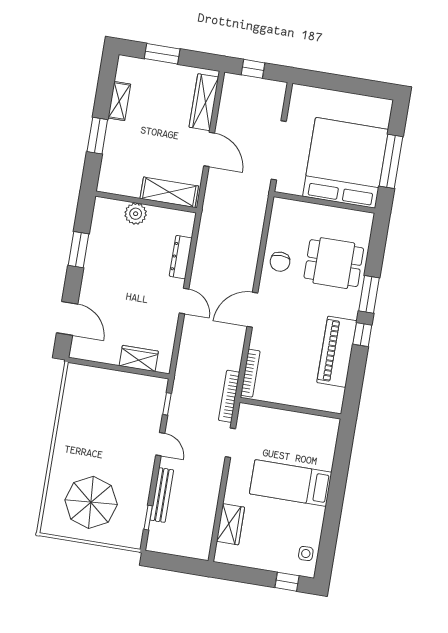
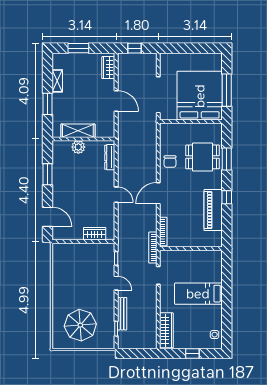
wardrobe: (204, 102) -> (108, 68), width x0.67
shelving: (169, 192) -> (78, 131), moved
dresser: (181, 257) -> (110, 157), moved
window: (369, 294) -> (227, 159), moved
wardrobe: (231, 524) -> (166, 330), width x1.50
window: (287, 582) -> (192, 353), moved

